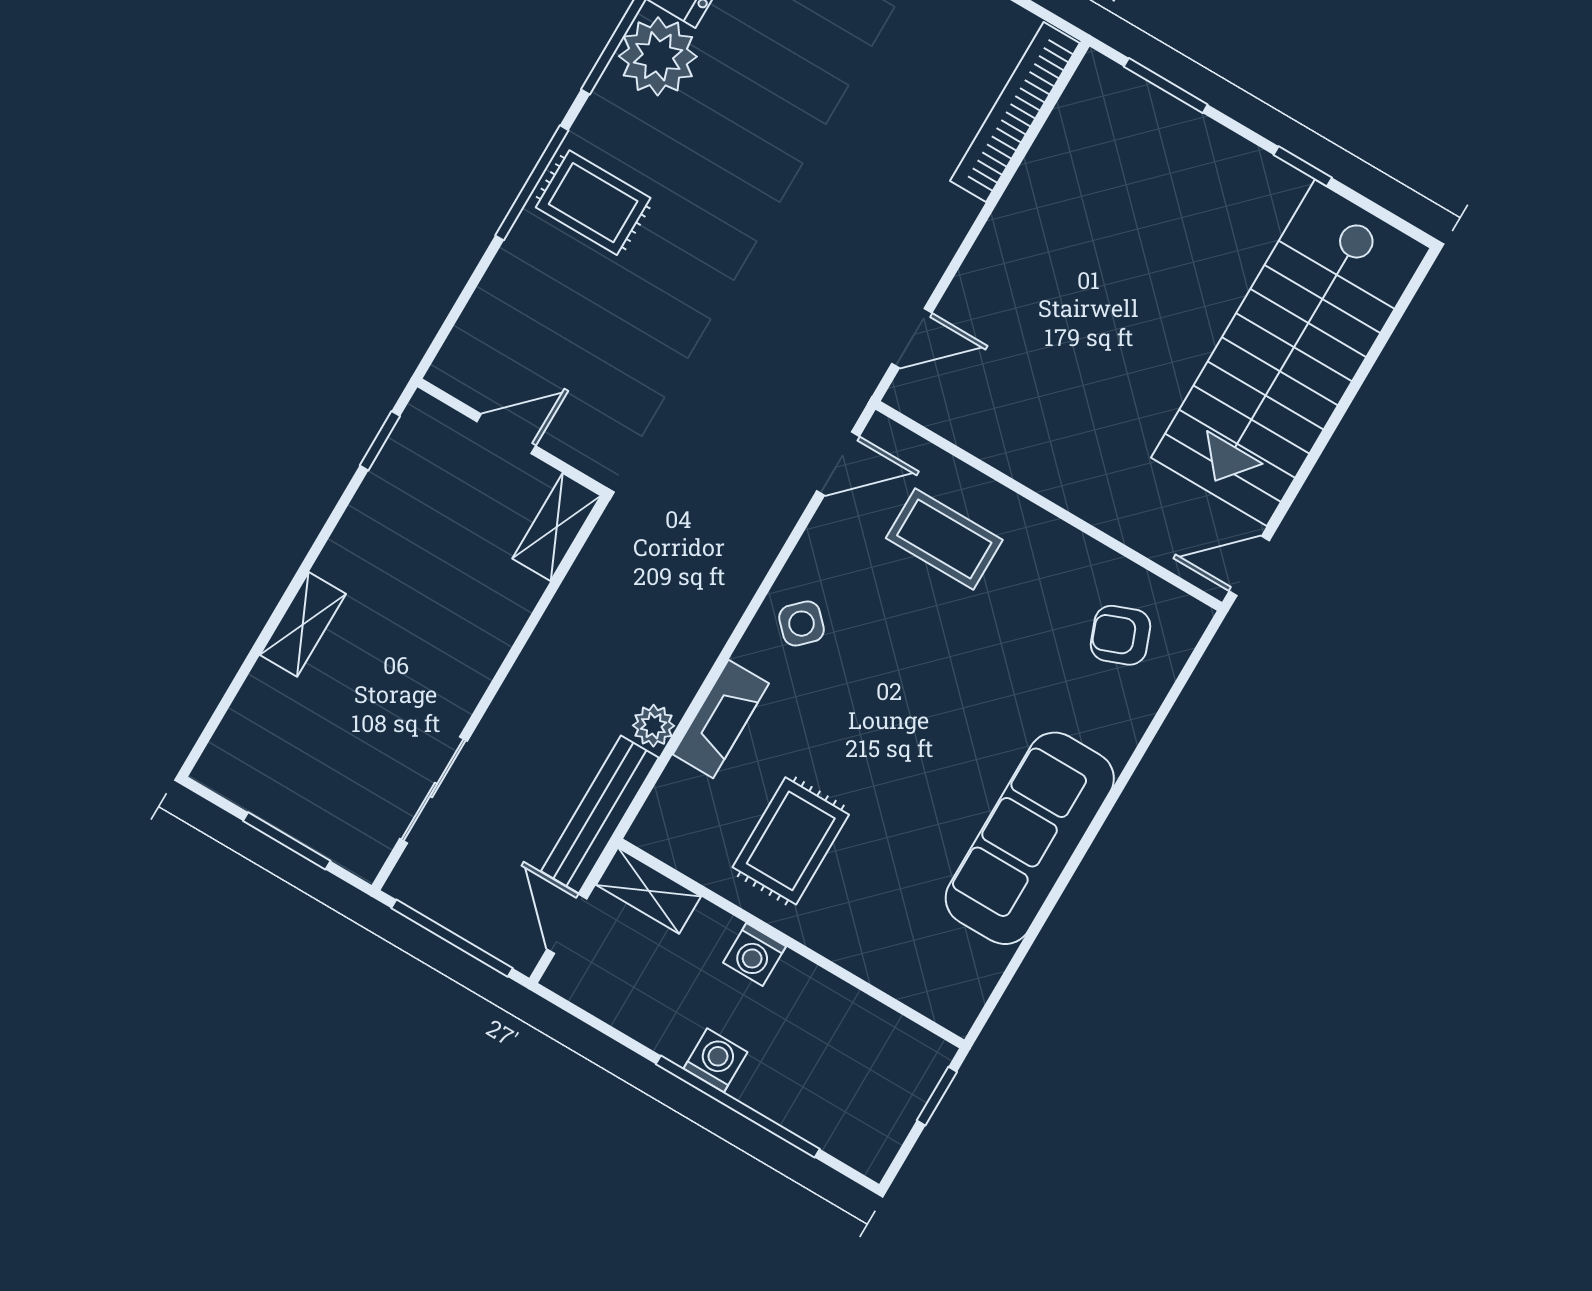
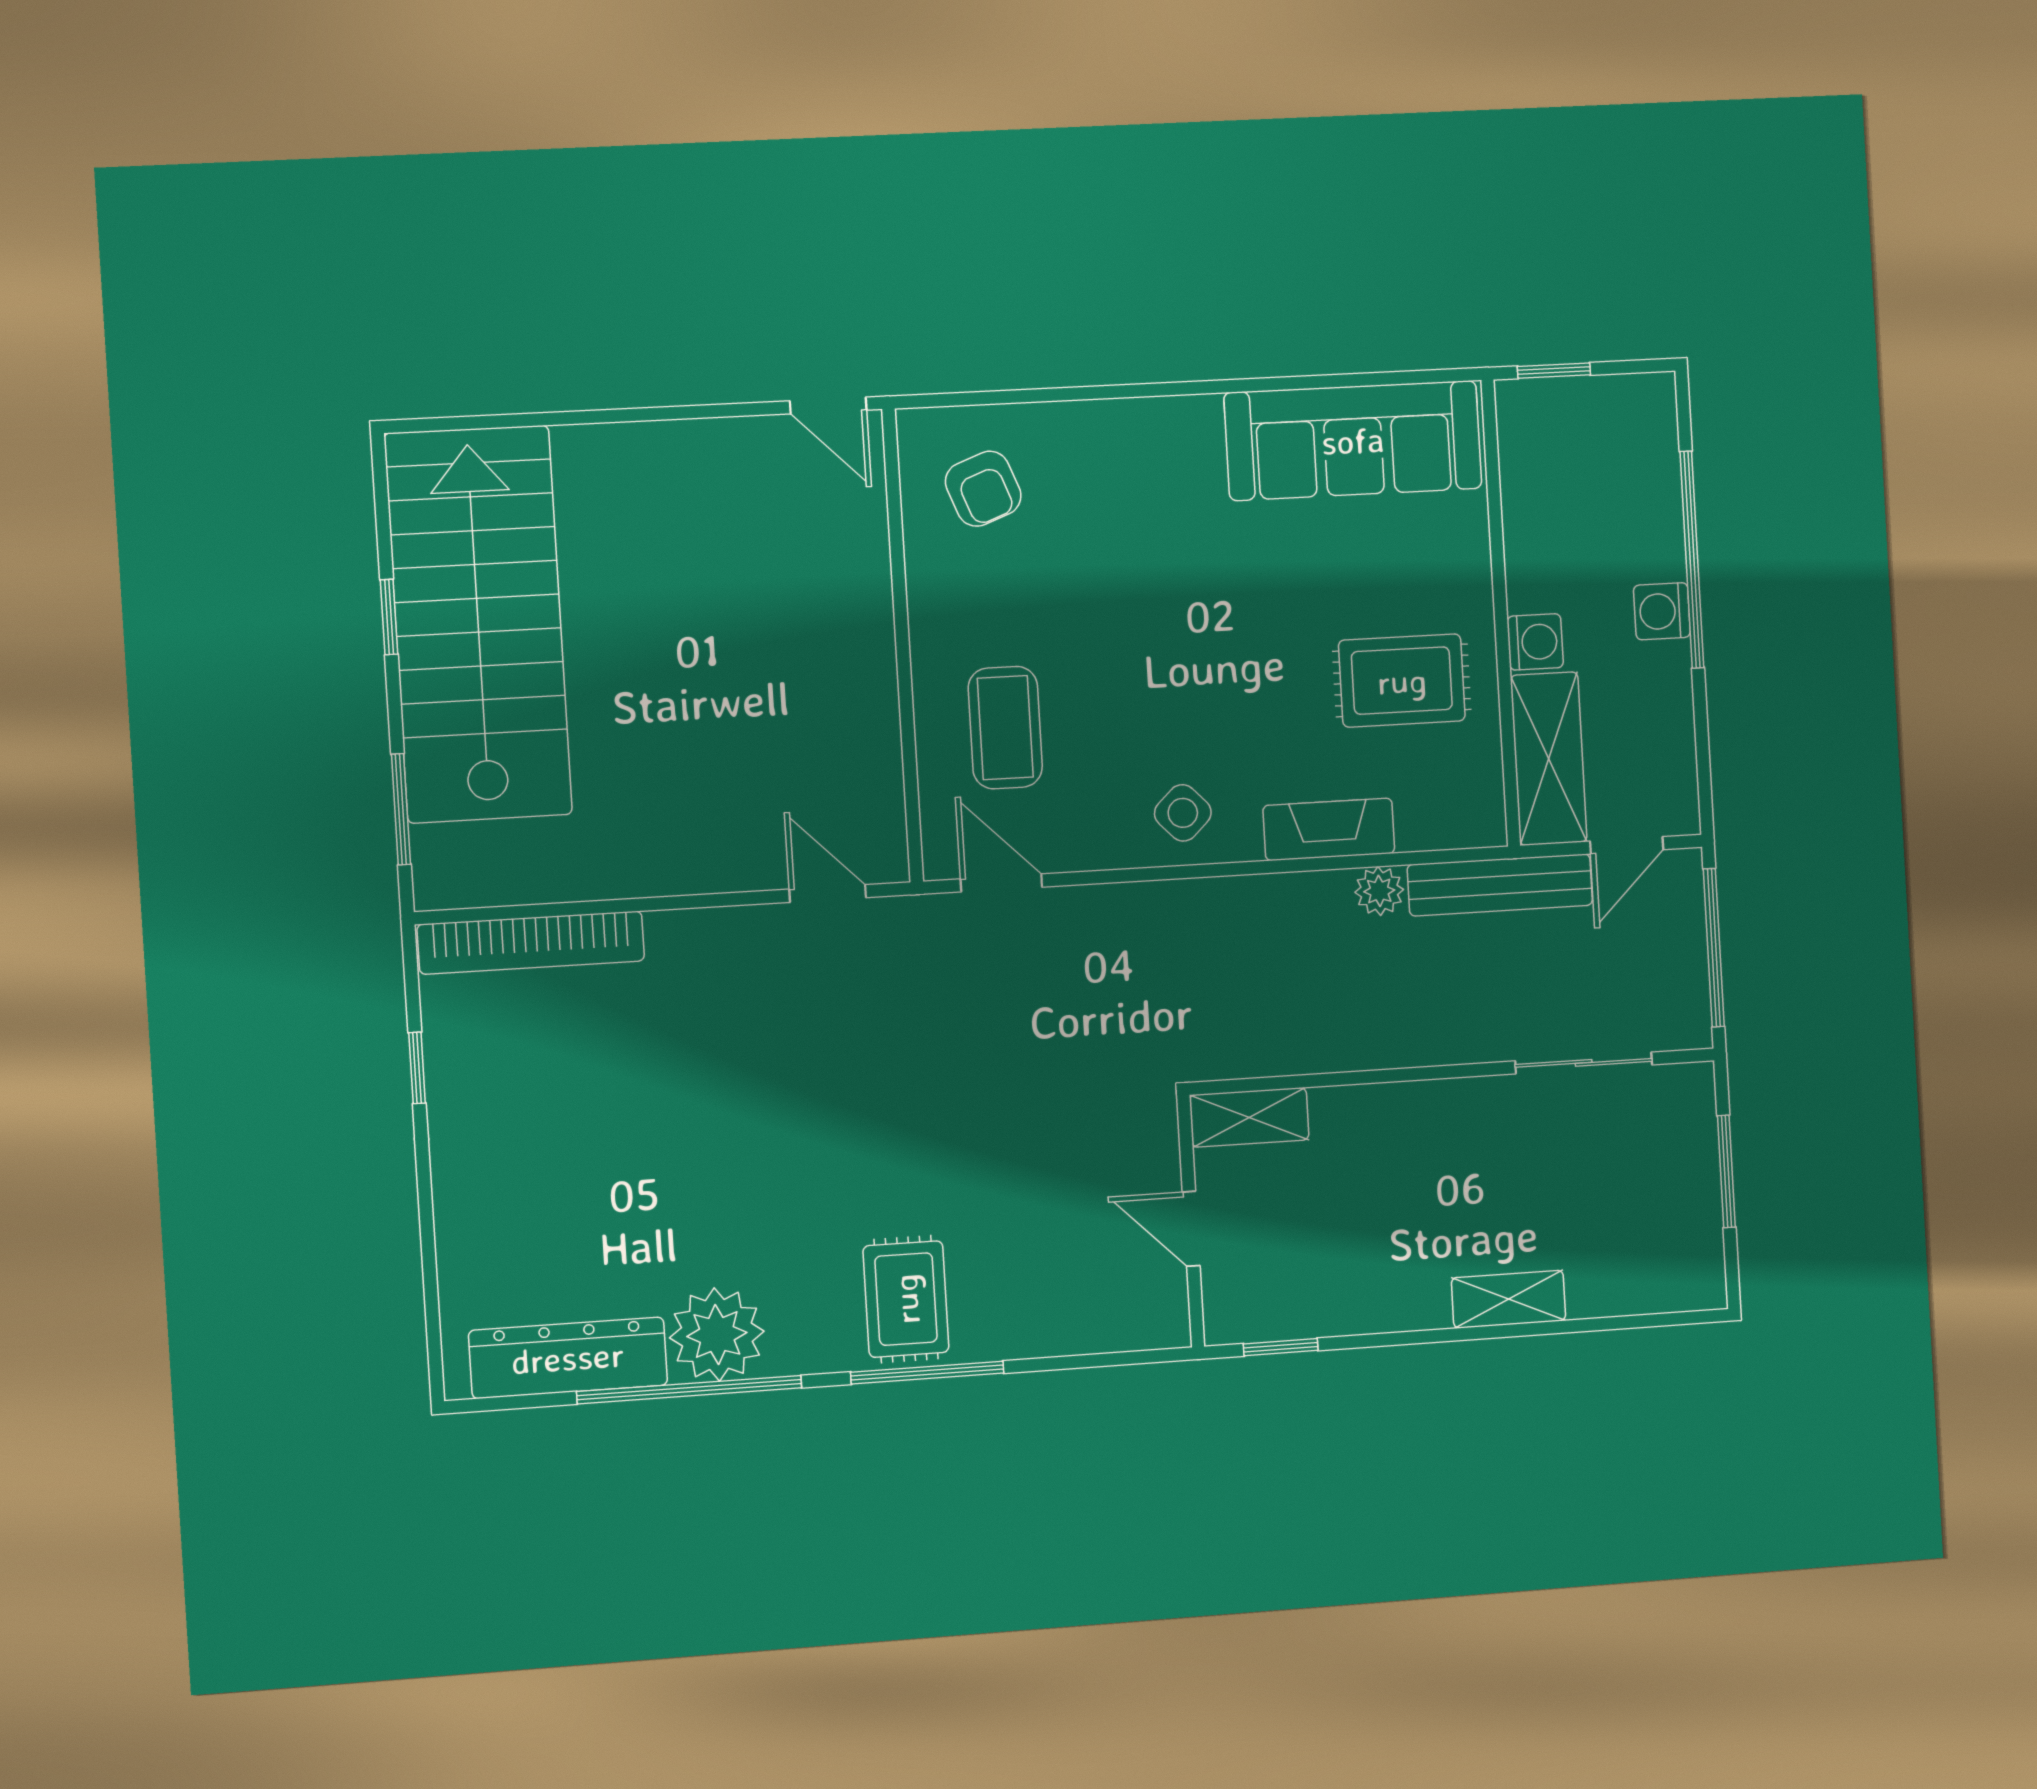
stairs: (1291, 353) -> (478, 624), moved, turned -90
sofa: (1030, 838) -> (1353, 441), moved
shelving: (648, 891) -> (1549, 759), width x1.50, depth x1.33

